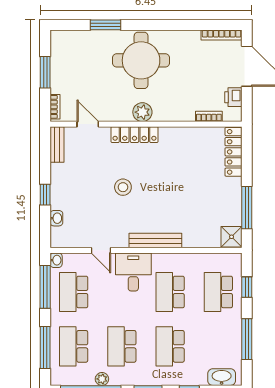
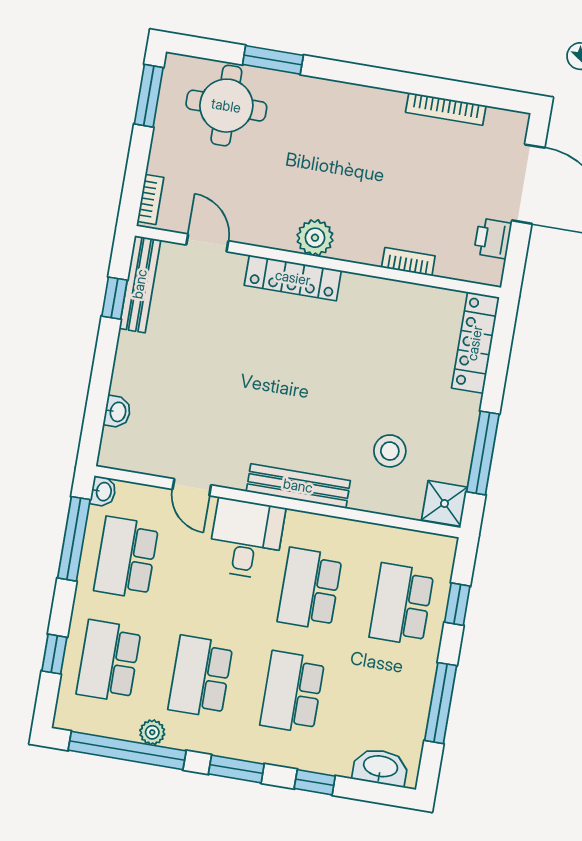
bookcase: (222, 35) -> (446, 109), moved
round table: (141, 60) -> (226, 106), moved, width x0.73, depth x0.73
window: (45, 72) -> (149, 96), moved
bookcase: (209, 116) -> (408, 262), moved
bench: (57, 144) -> (140, 284), width x1.36
stool: (123, 187) -> (390, 451), moved
window: (45, 195) -> (115, 298), moved
window: (45, 347) -> (54, 654), width x0.46

